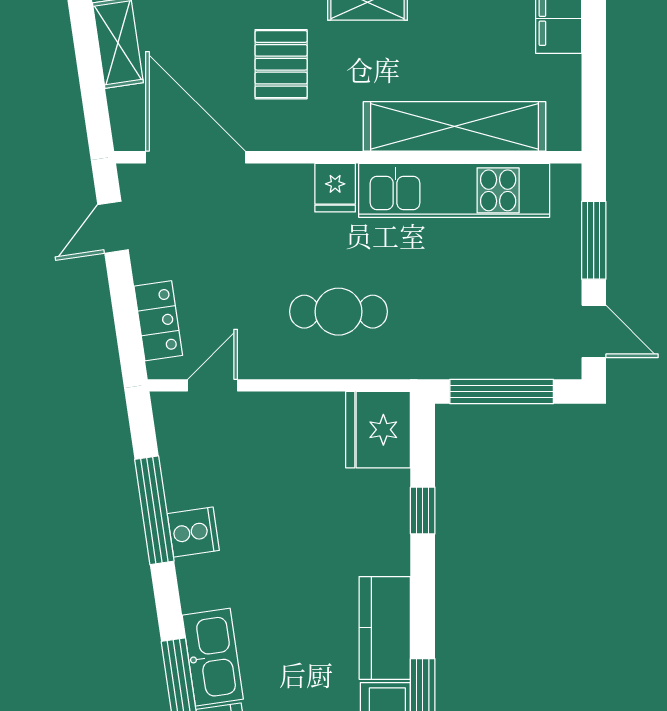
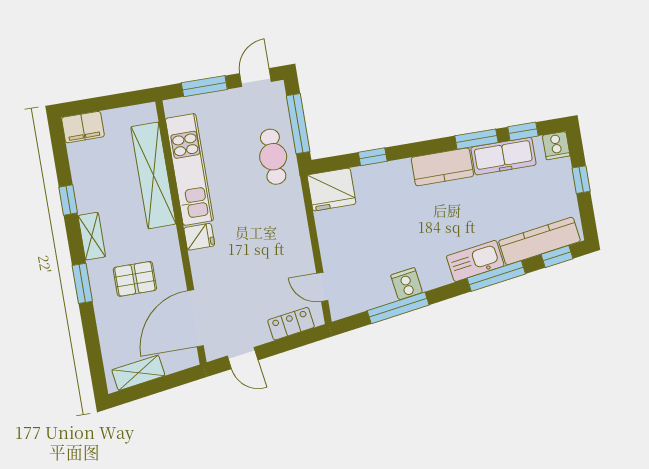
cafe table: (338, 312) -> (273, 157), moved

